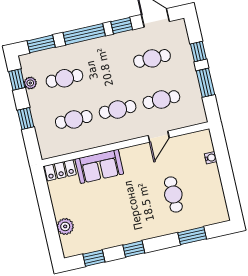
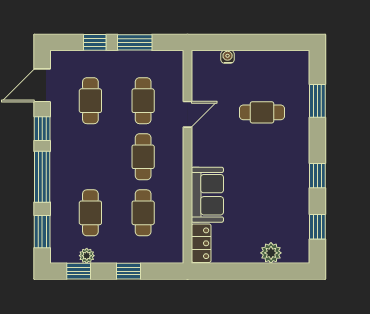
door: (159, 137) -> (187, 114), hinge flipped

